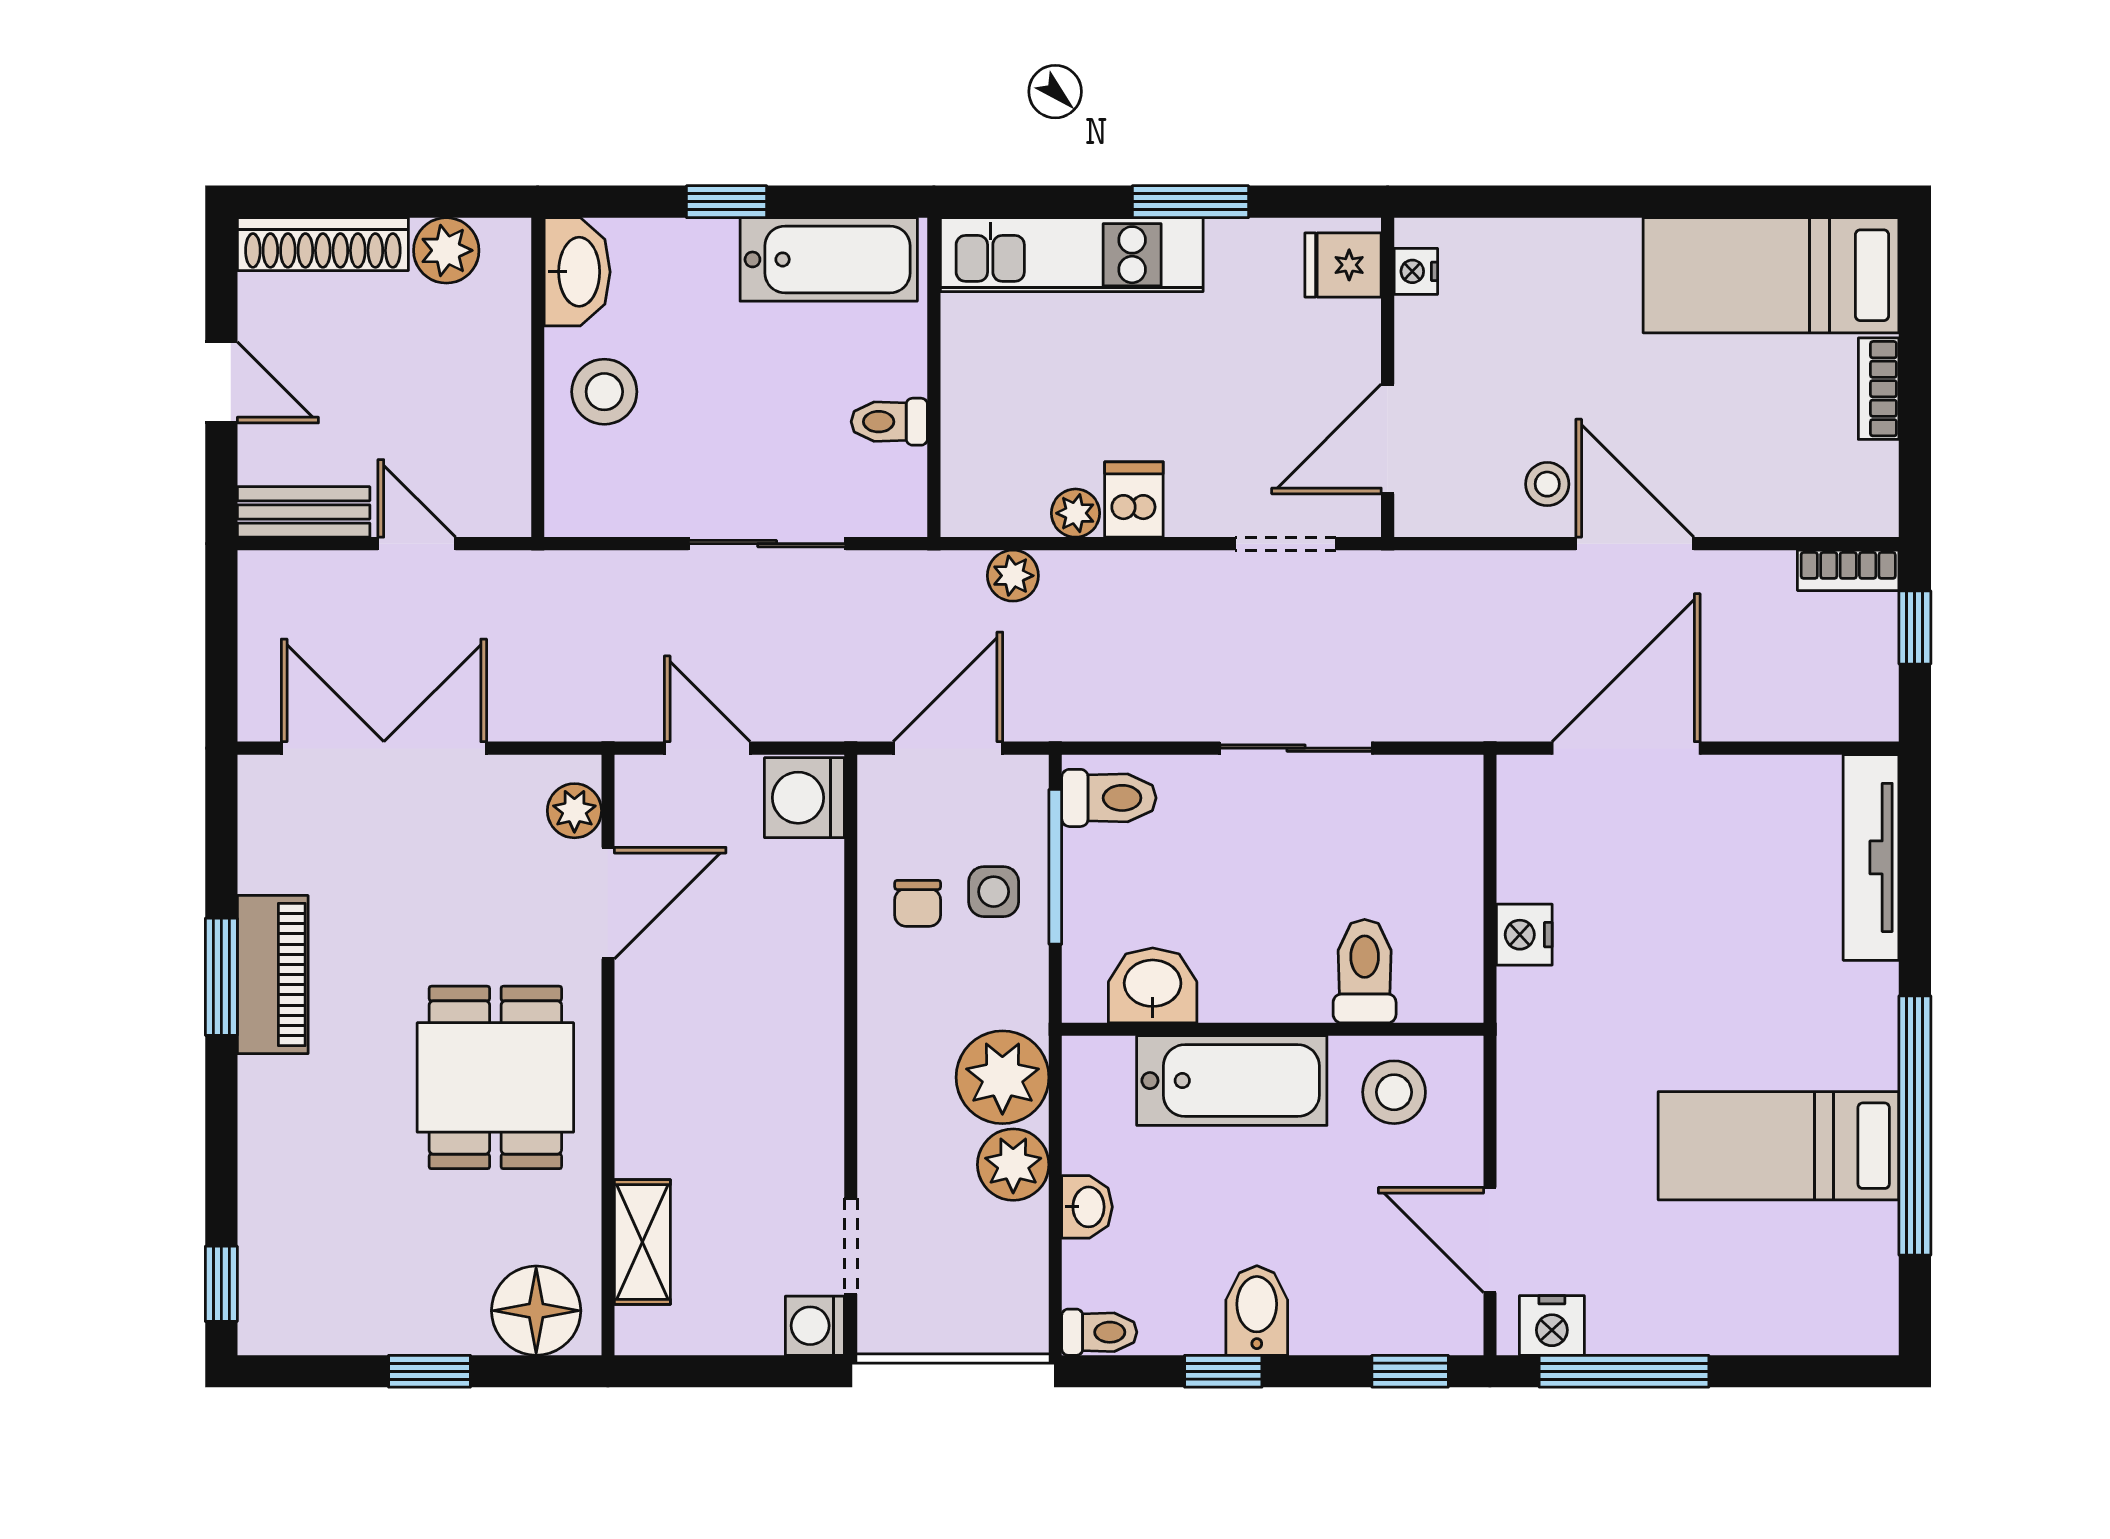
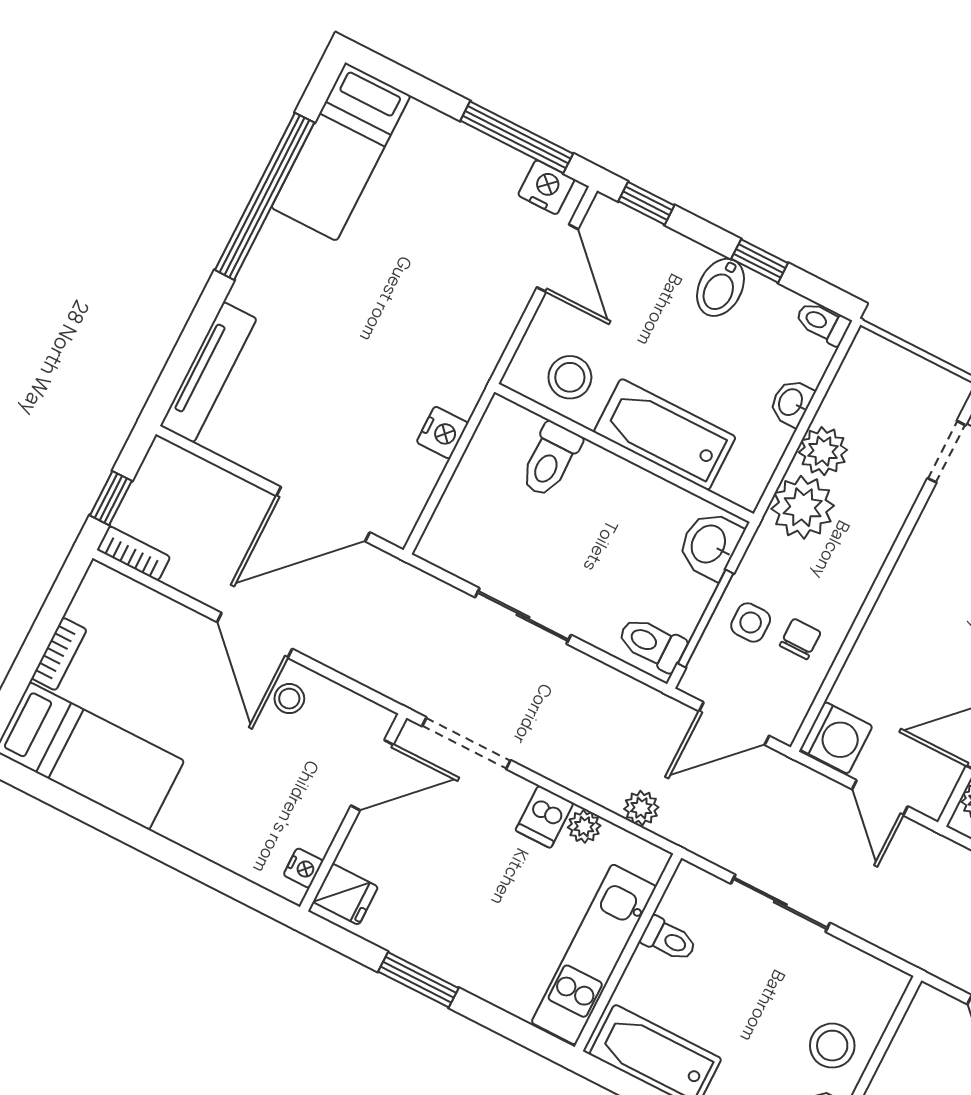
kitchen unit: (1072, 255) -> (594, 954), moved, turned -90
doorway: (1286, 544) -> (466, 743), width x1.38
washbasin: (1153, 985) -> (710, 545), moved, turned 90
bed: (1779, 1146) -> (341, 152), moved, turned 90

